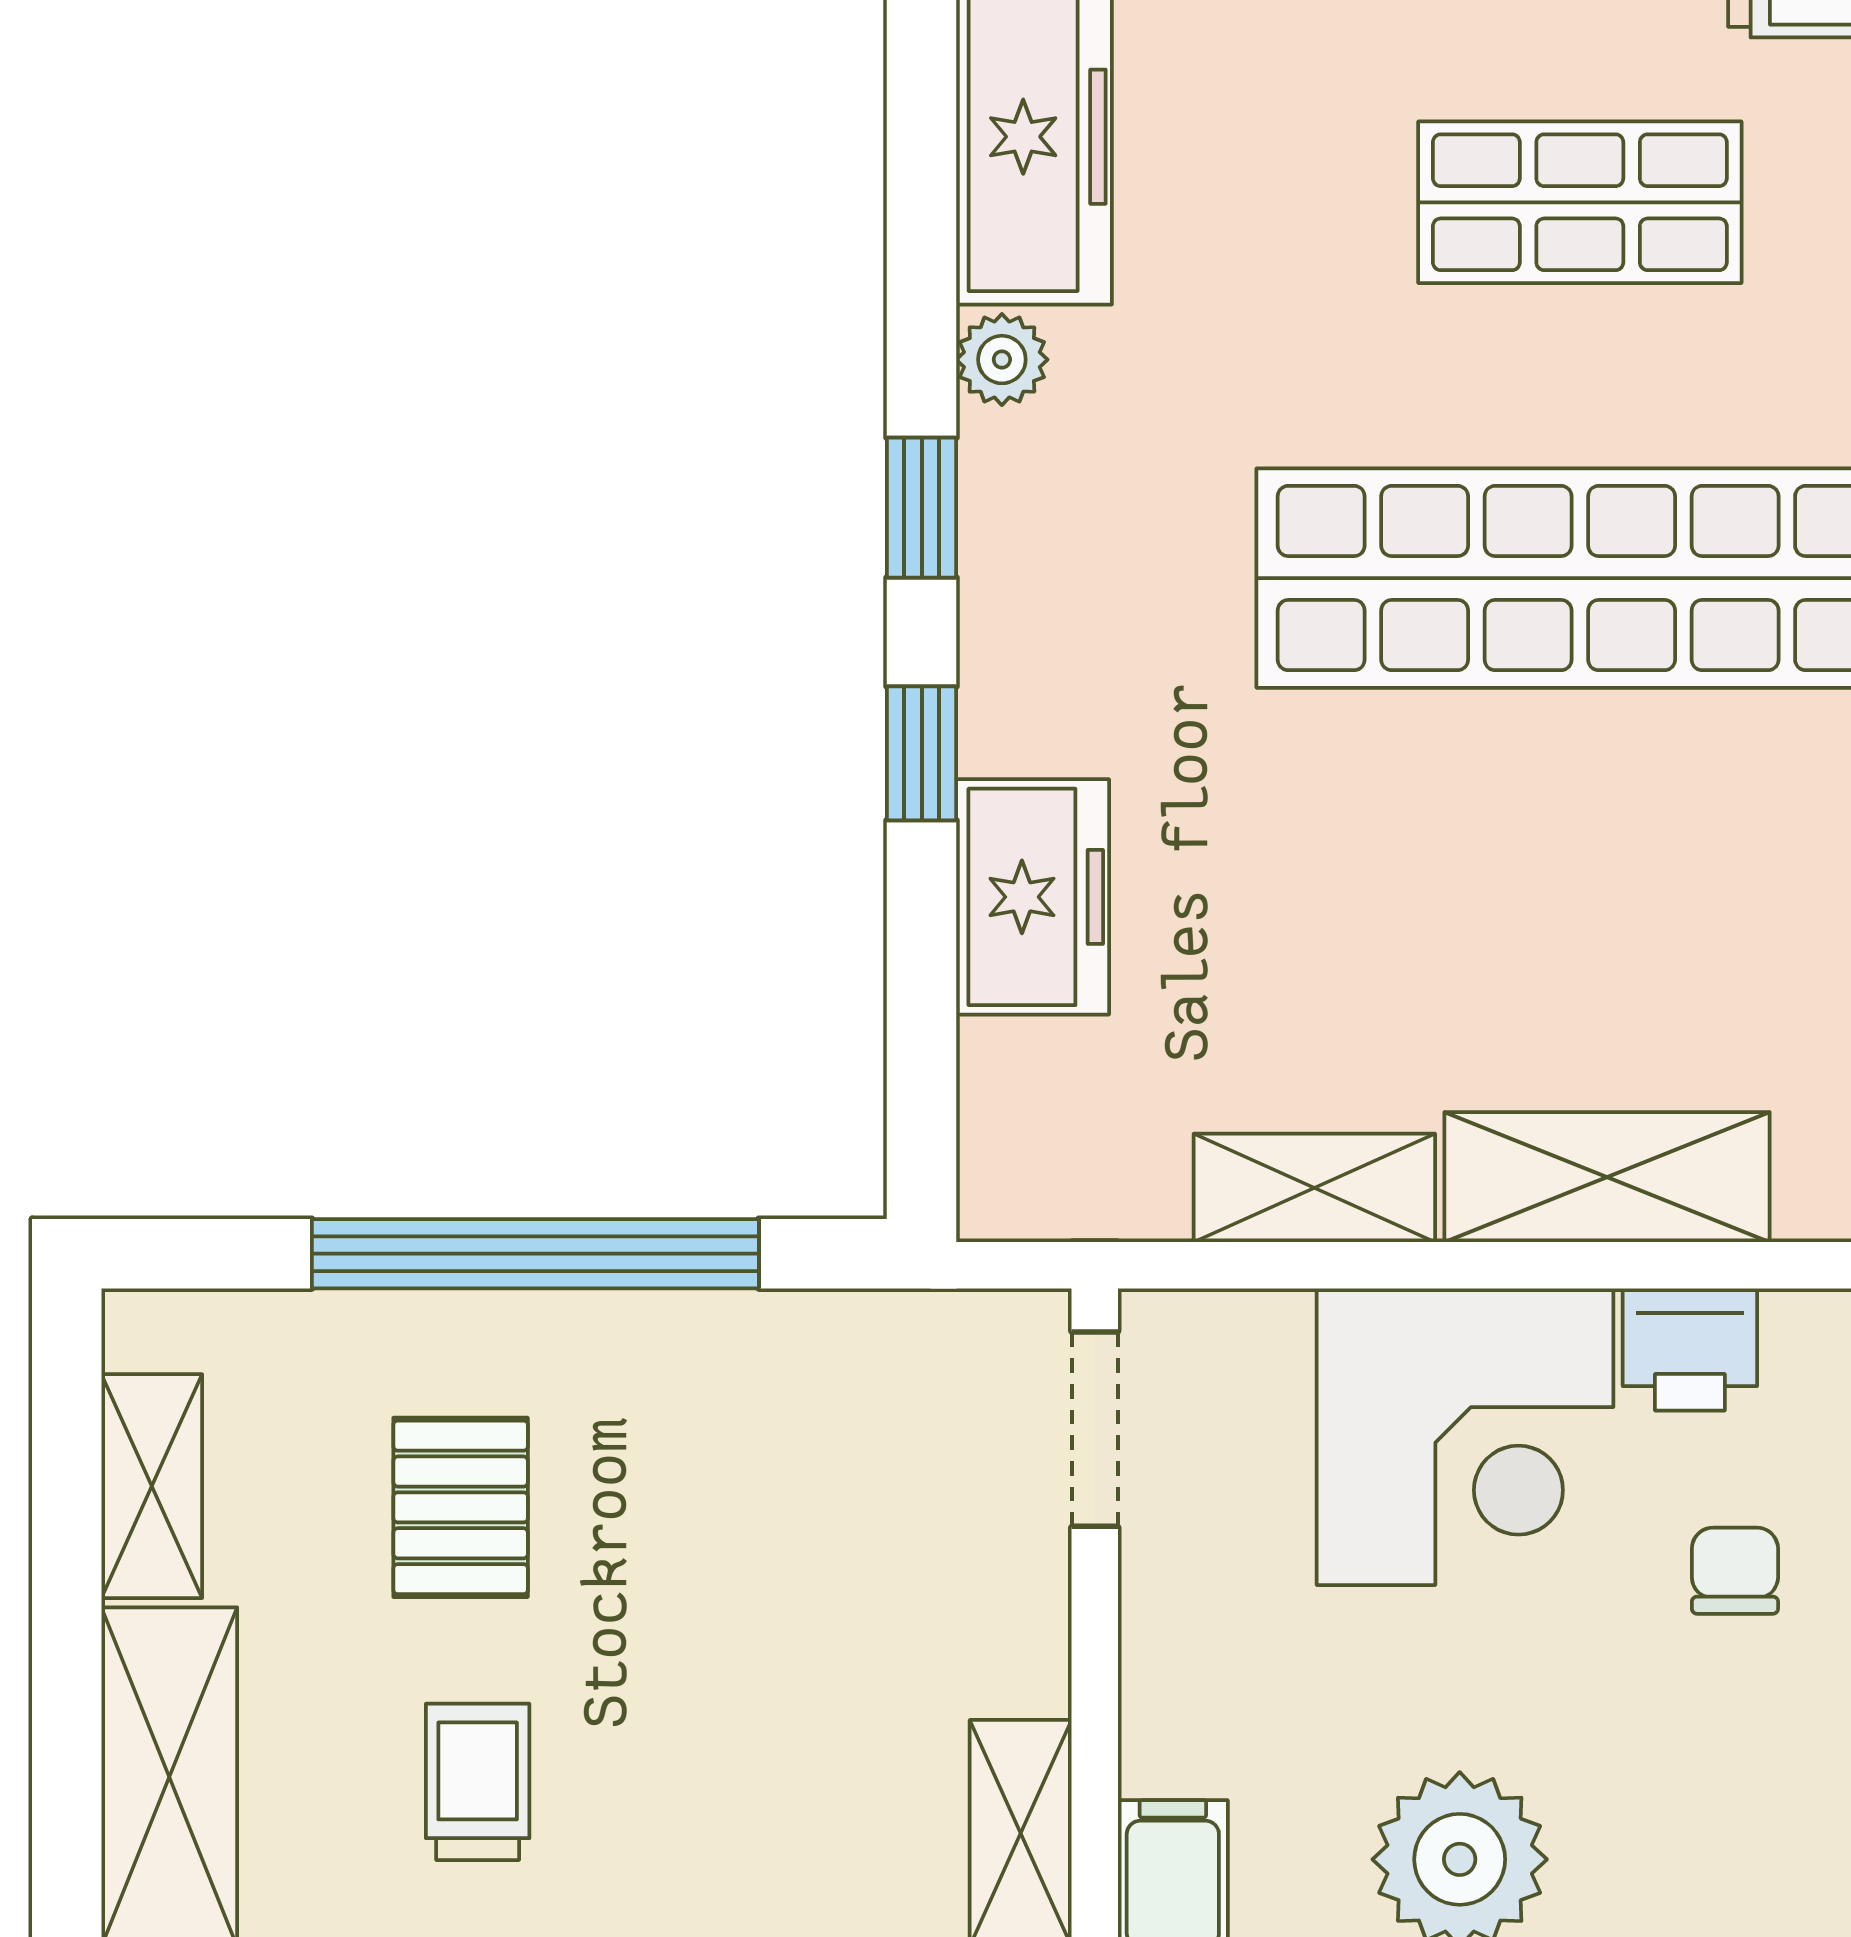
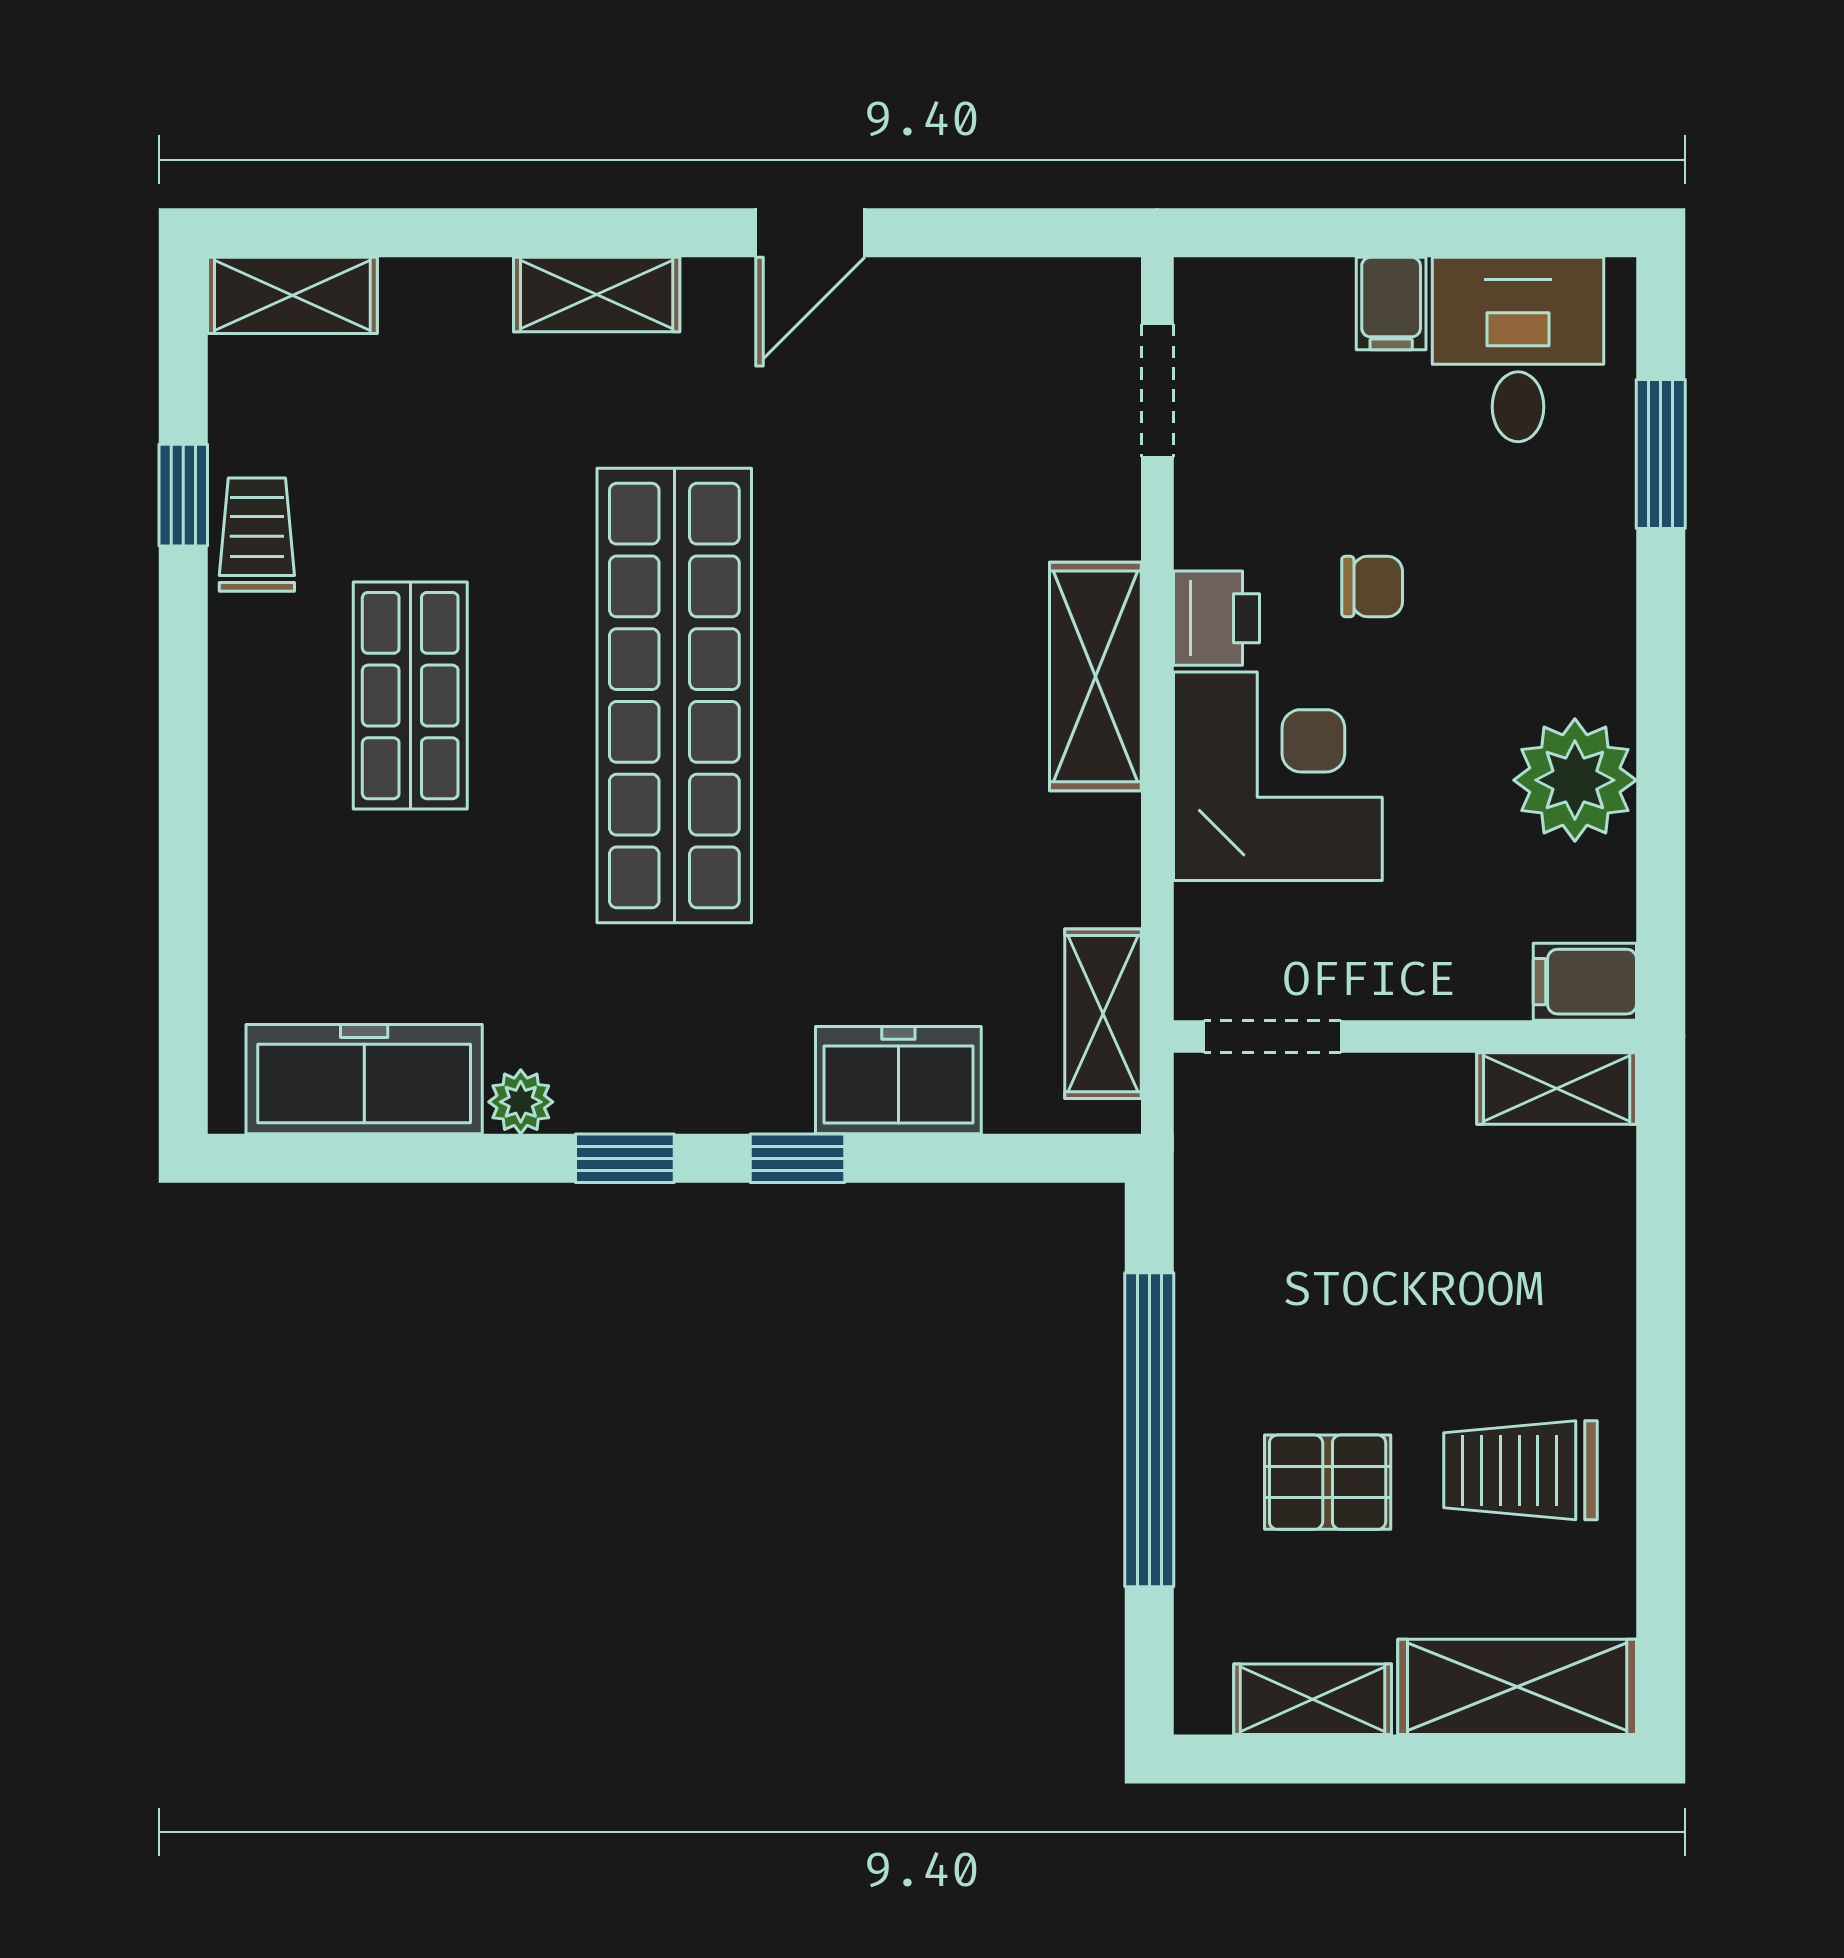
shelving: (1314, 1188) -> (1103, 1014), moved
chair: (1735, 1571) -> (1372, 587), turned 180
trolley: (478, 1782) -> (1520, 1470), width x1.36, depth x1.39

